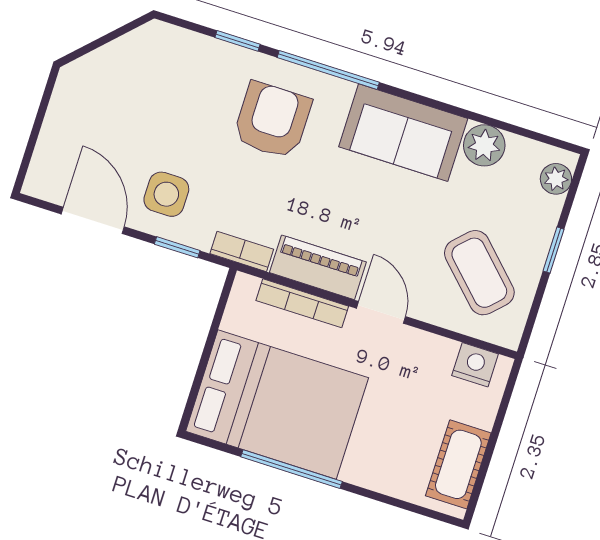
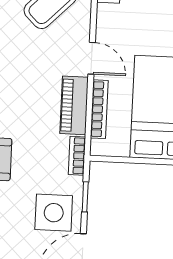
side table: (166, 194) -> (54, 213), width x1.37, depth x1.37
door: (381, 312) -> (92, 58), swing flipped

